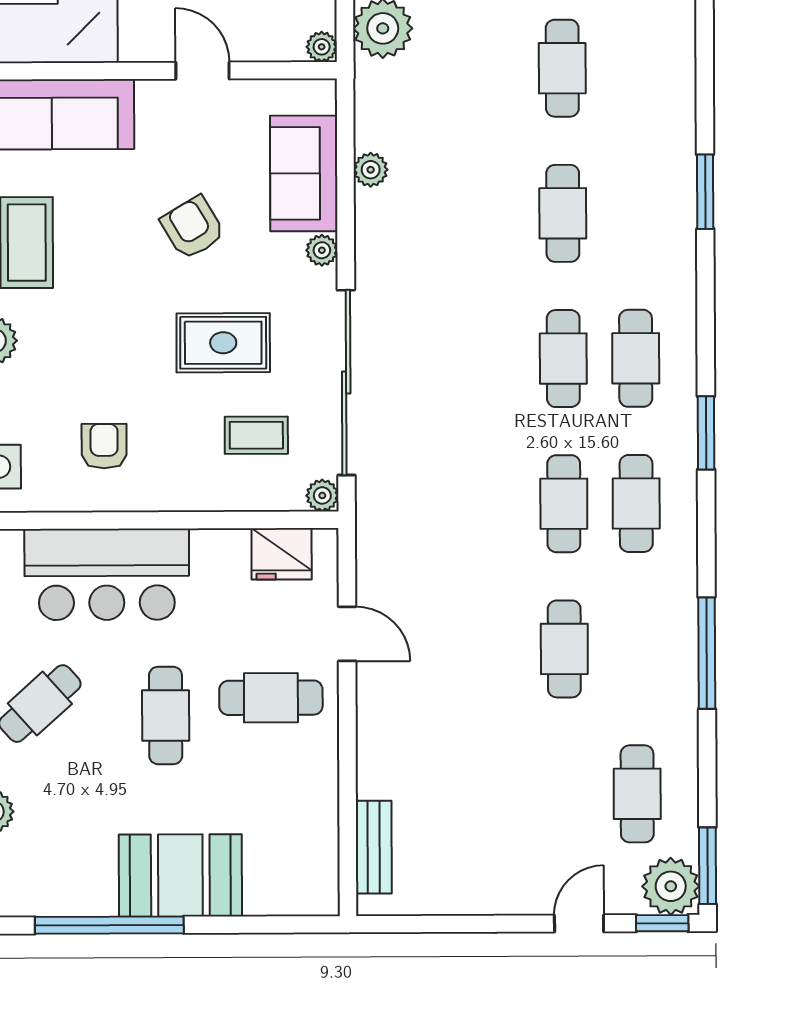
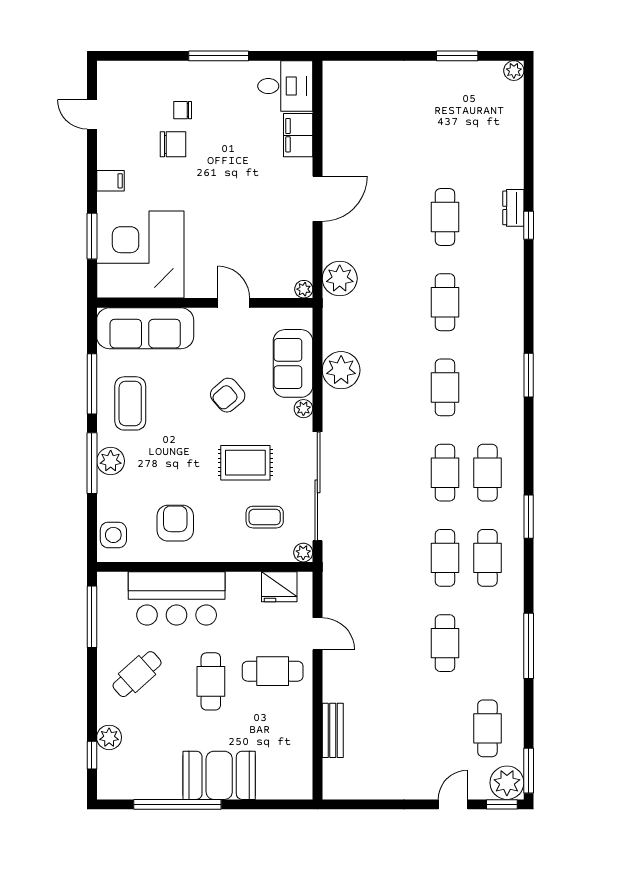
plant: (371, 170) -> (341, 370), width x1.87, depth x1.87
armchair: (193, 228) -> (228, 395), turned -99
armchair: (104, 446) -> (175, 523), width x1.38, depth x1.38
bench: (374, 847) -> (333, 730), moved

